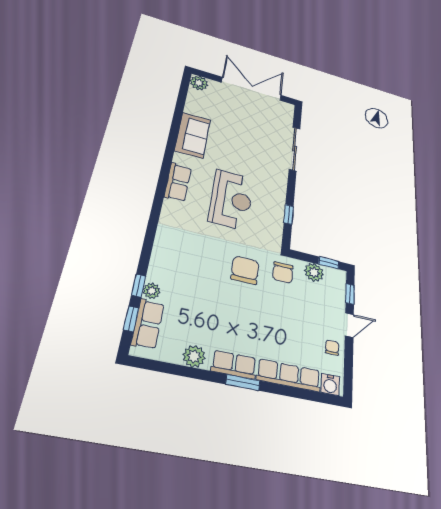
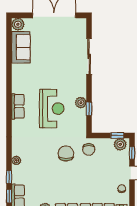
sofa: (193, 135) -> (21, 47), moved
plant: (277, 203) -> (81, 103), added
plant: (314, 272) -> (120, 144), moved
plant: (152, 291) -> (16, 160), moved

